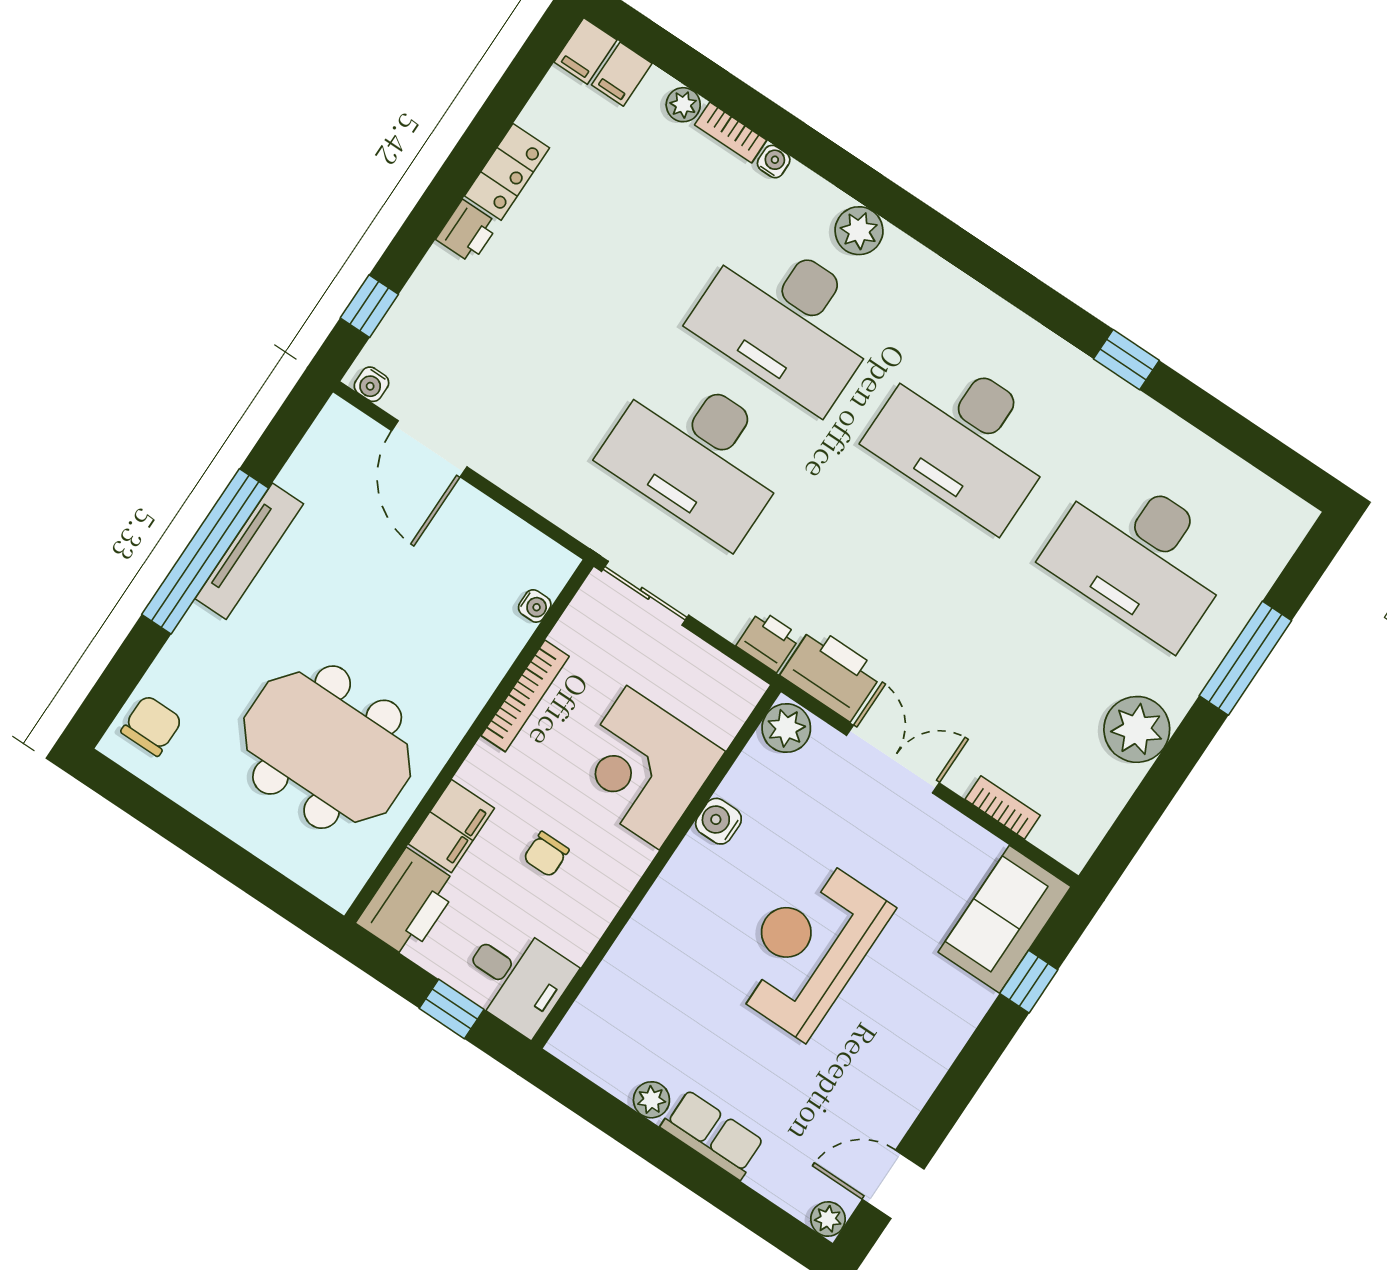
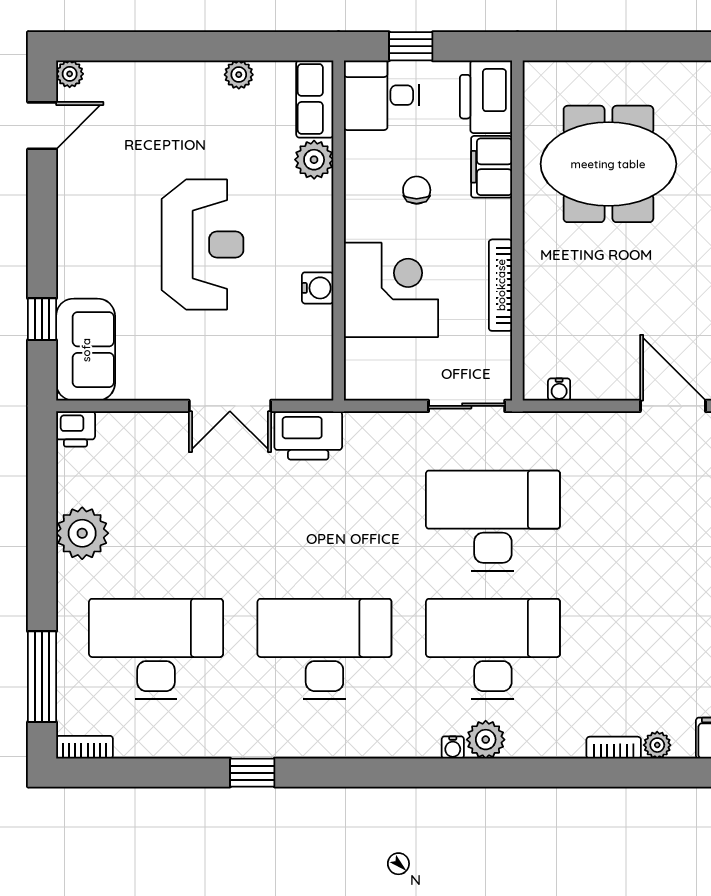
water cooler: (774, 162) -> (453, 747), moved
water cooler: (535, 606) -> (559, 389), moved, turned -90
printer: (768, 641) -> (76, 429), moved
window: (1245, 658) -> (42, 677), moved
plant: (786, 728) -> (314, 160), moved
bookcase: (1003, 807) -> (84, 747), moved, turned 180
row of seats: (713, 1135) -> (315, 99), moved, turned 90

